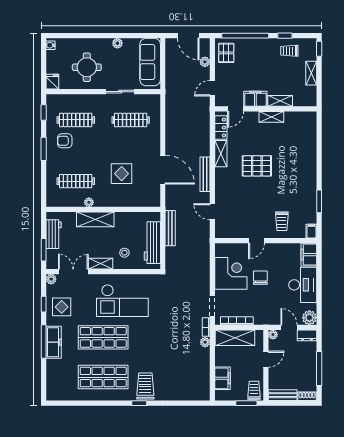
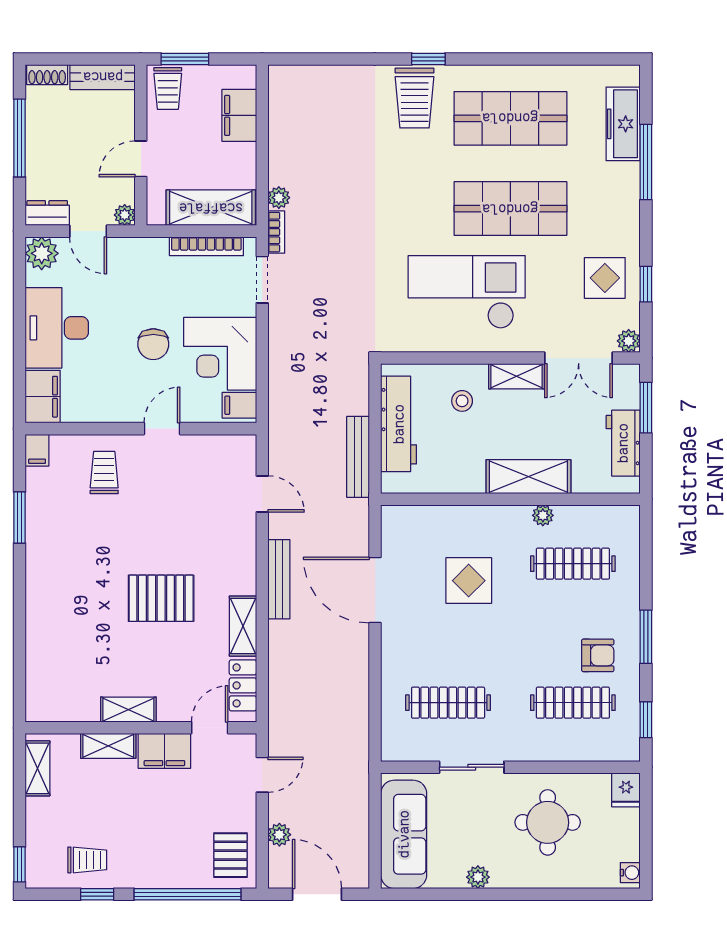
shelving: (311, 73) -> (37, 768), moved
filing cabinet: (222, 251) -> (239, 405), added
window: (44, 342) -> (646, 162), moved
freezer: (54, 342) -> (623, 124), moved

